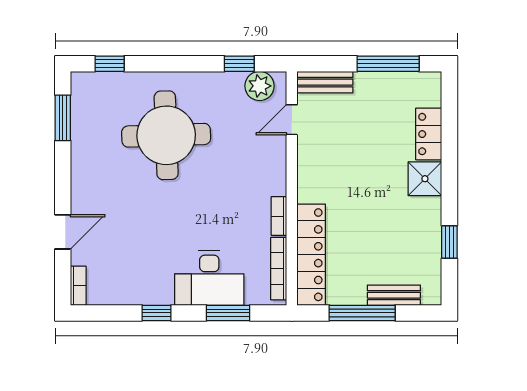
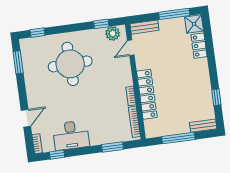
shower: (425, 179) -> (194, 24), moved
locker: (311, 255) -> (147, 94), moved
desk: (209, 278) -> (71, 135), moved
bench: (394, 295) -> (203, 126), moved
window: (157, 313) -> (57, 155), moved

